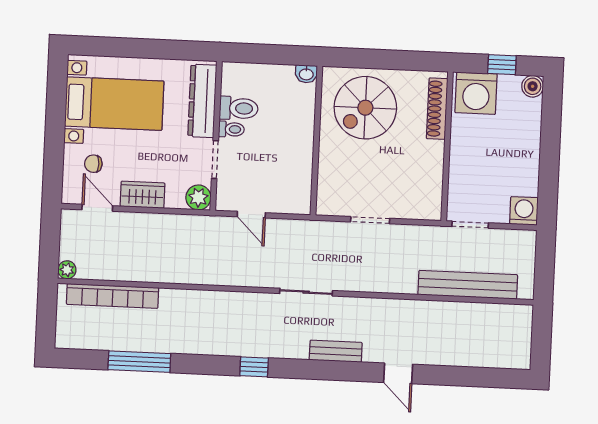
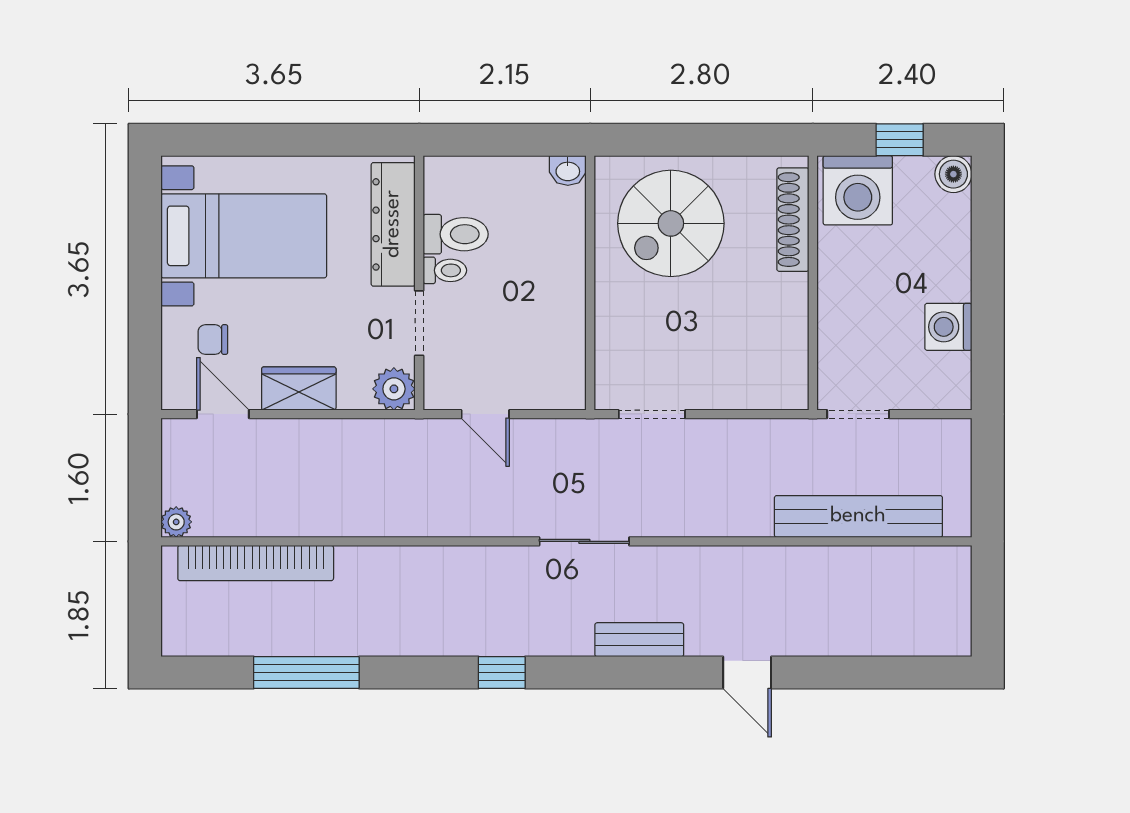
washing machine: (524, 211) -> (948, 327), moved, turned -90
doorway: (370, 220) -> (652, 414), moved

